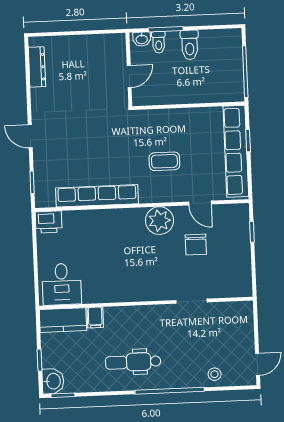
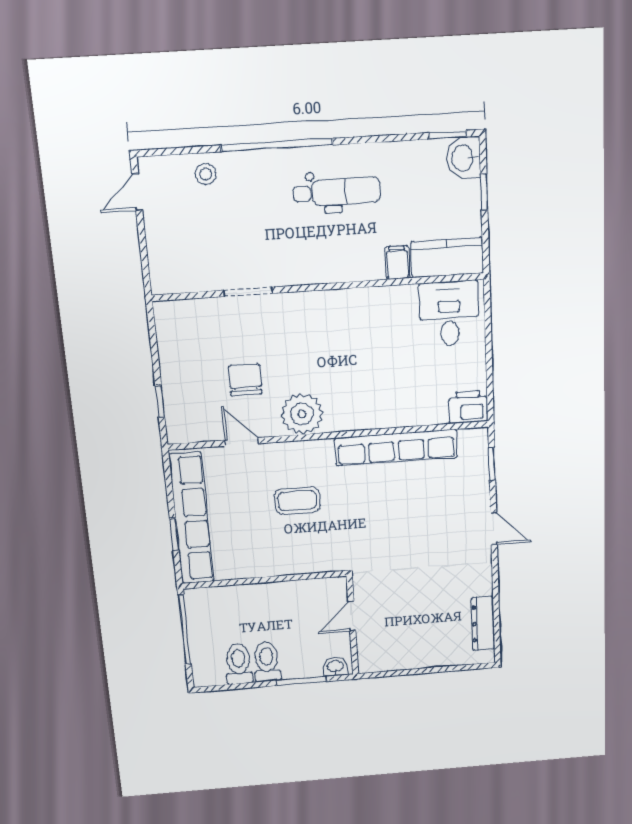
toilet: (159, 42) -> (239, 664), moved, width x1.37, depth x1.39

